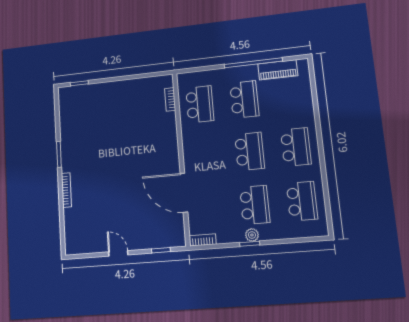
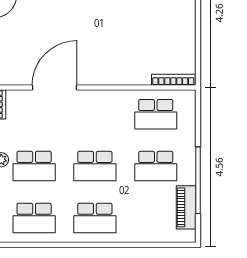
bookcase: (170, 99) -> (173, 80), width x1.56

